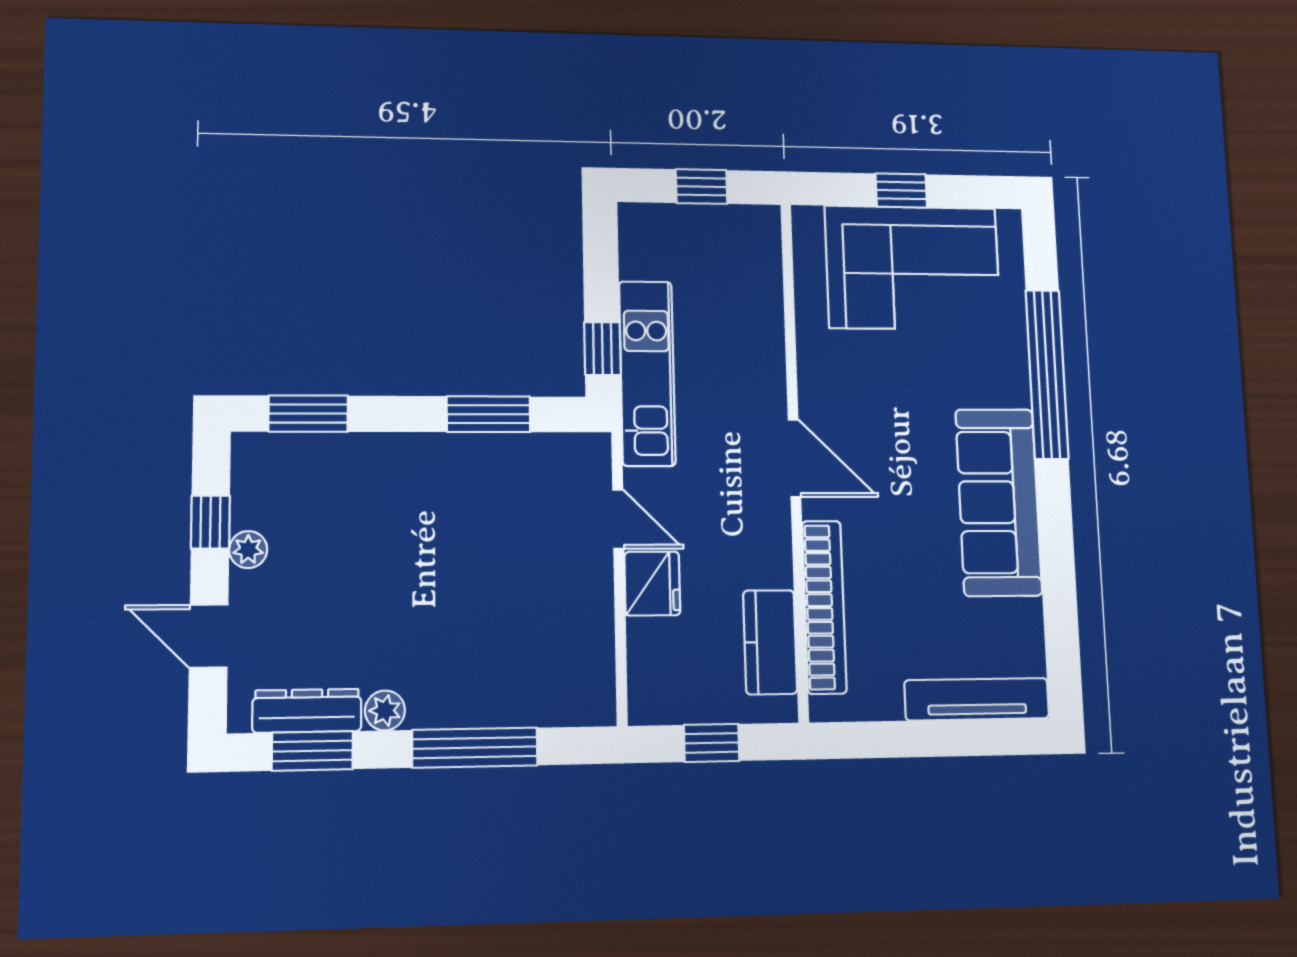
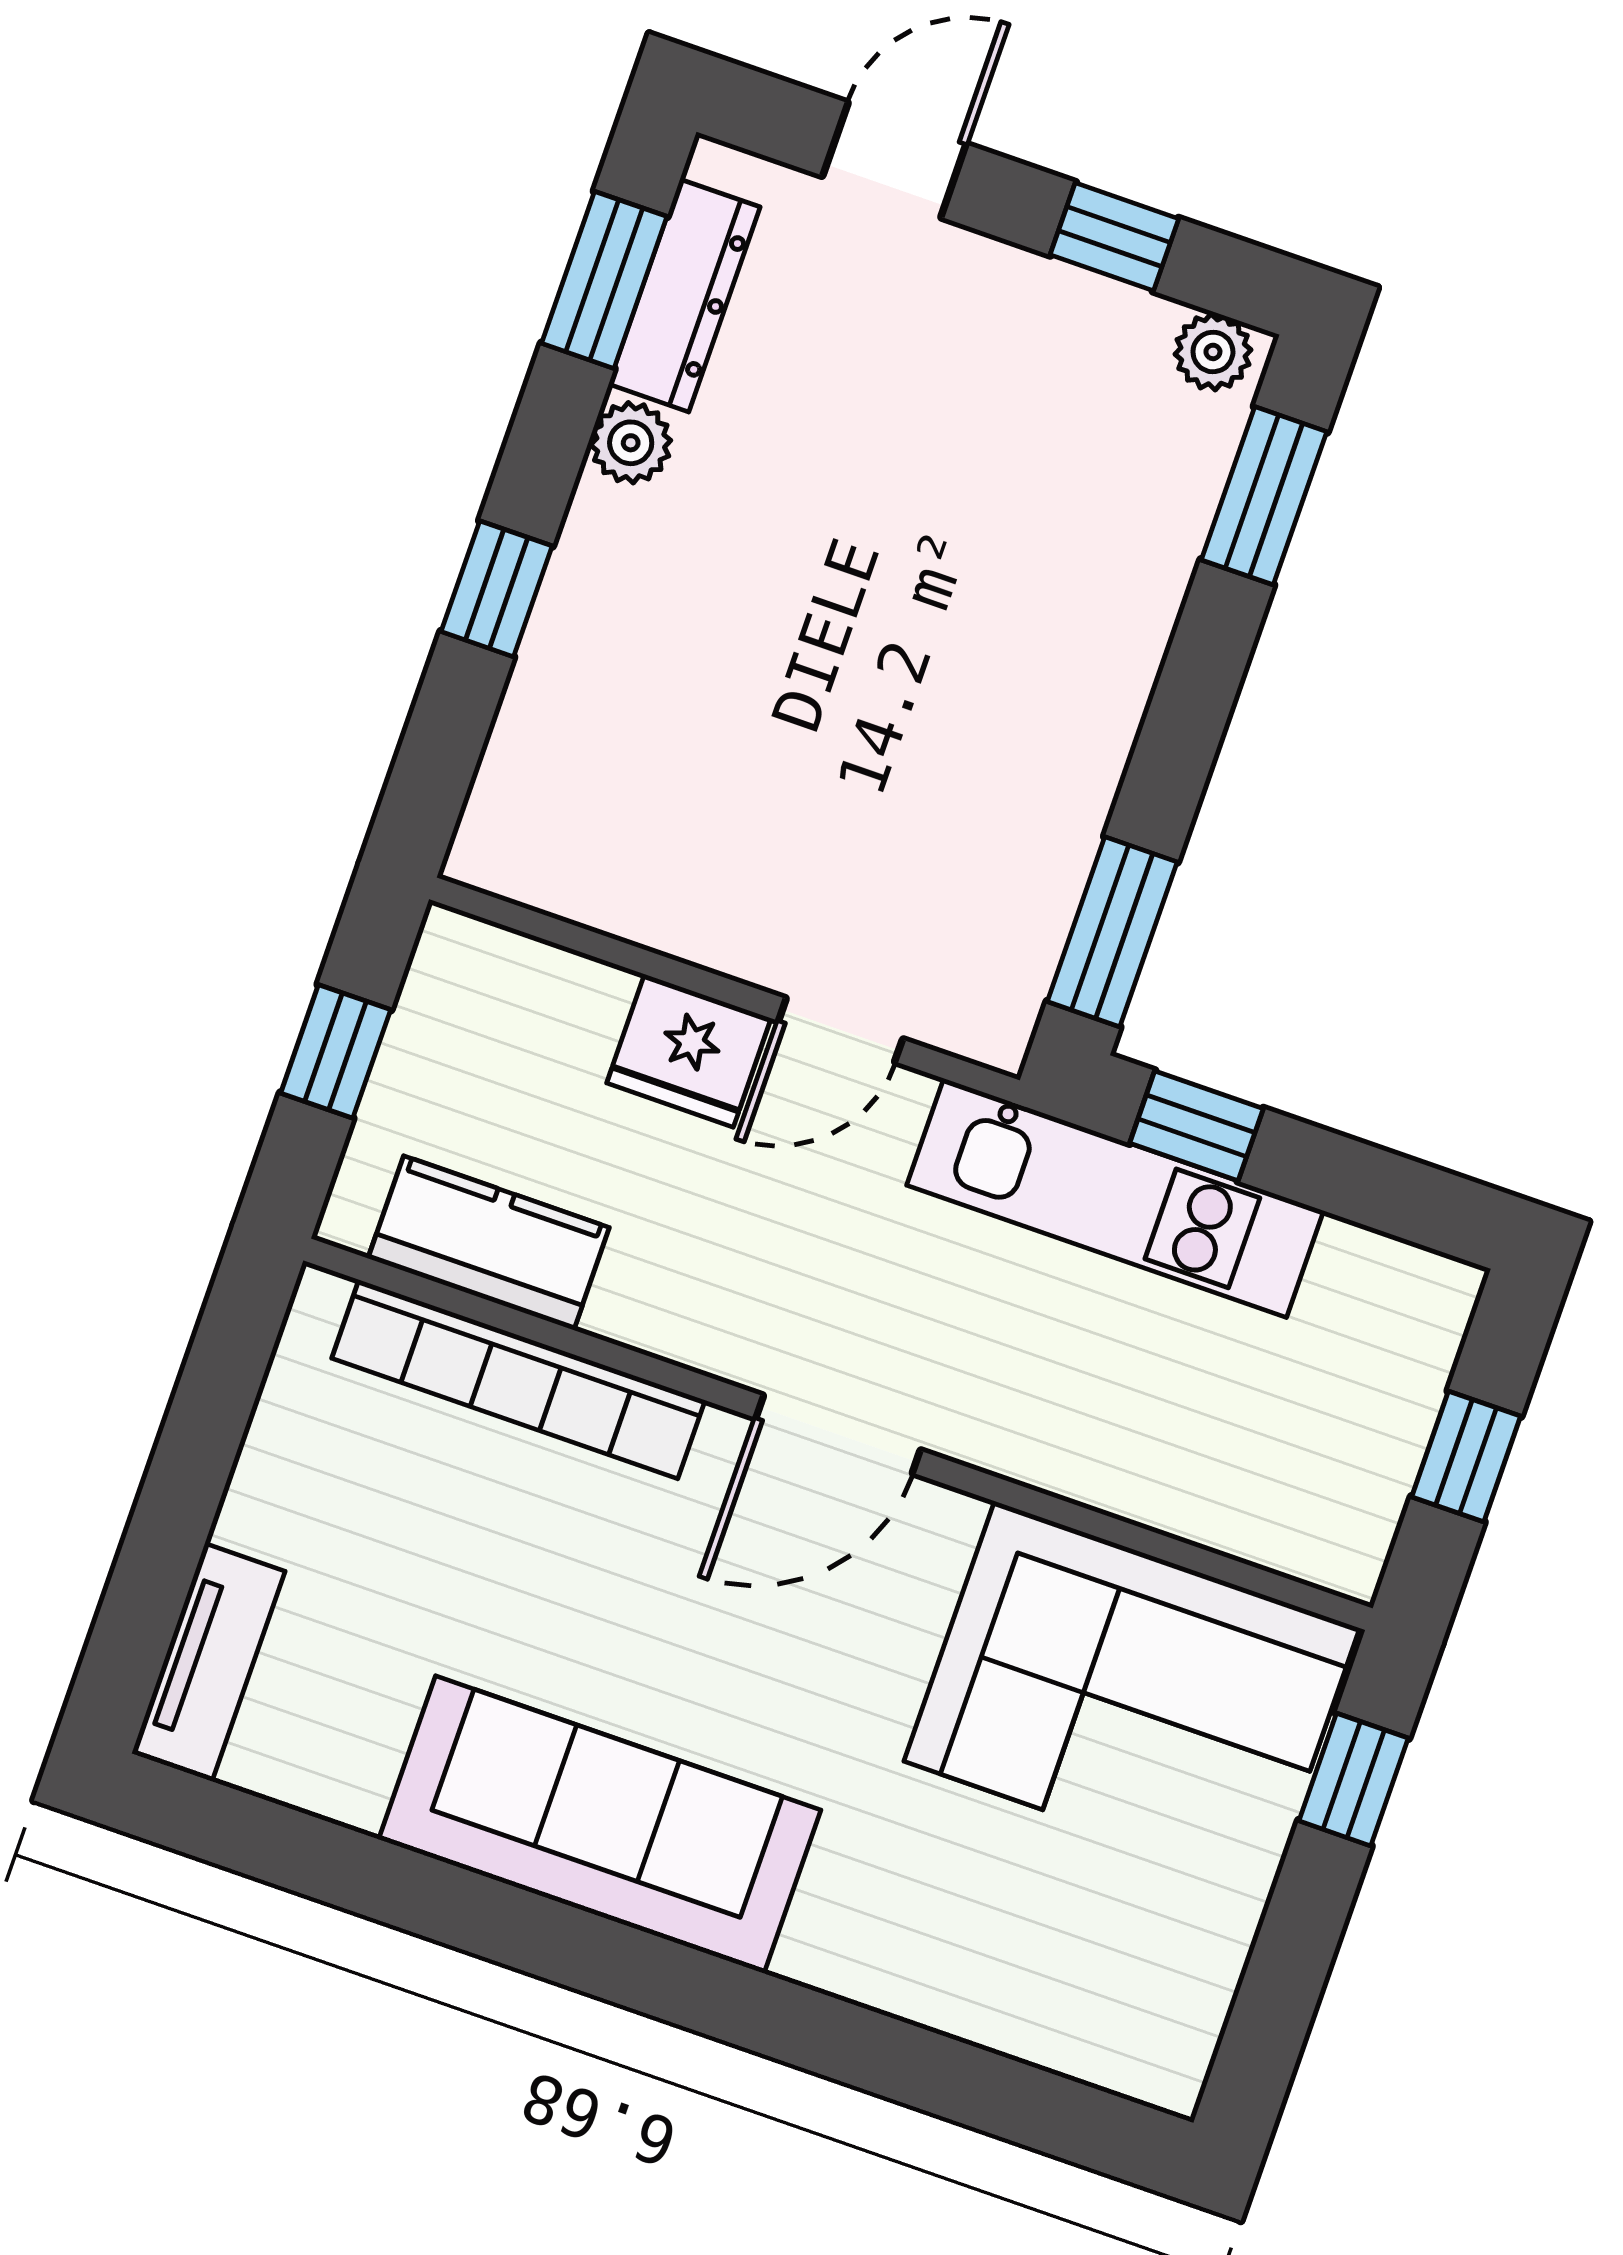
window: (901, 190) -> (1354, 1779), moved
corner sofa: (913, 268) -> (1132, 1695), moved, turned -90
window: (1047, 374) -> (827, 2036), removed
window: (489, 414) -> (1112, 932), moved
plant: (248, 550) -> (1213, 352), moved
tv unit: (977, 699) -> (208, 1662), width x0.71
window: (475, 748) -> (497, 589), width x0.46

